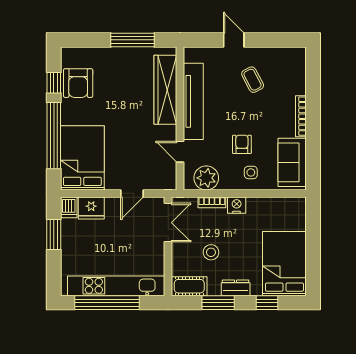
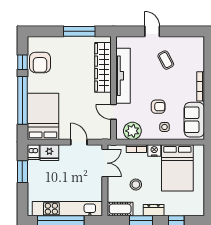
armchair: (242, 144) -> (158, 107), turned 90
door: (132, 193) -> (79, 142), swing flipped
bed: (284, 264) -> (177, 168), moved, turned 180

